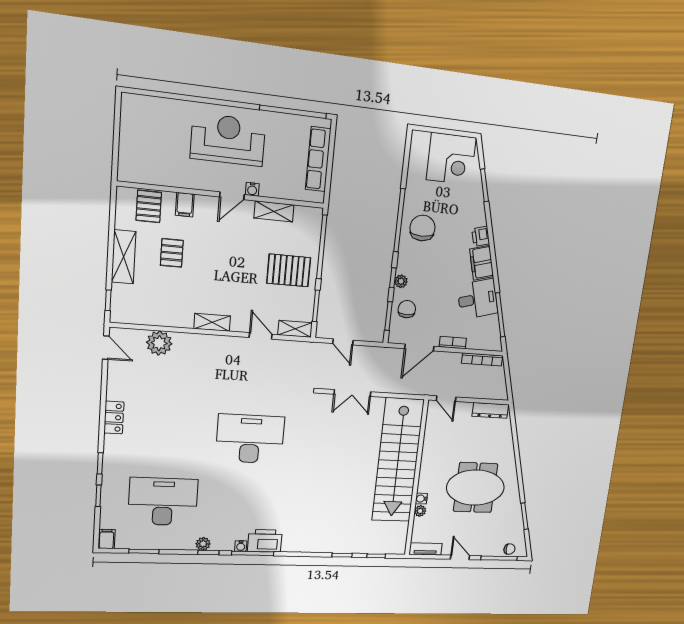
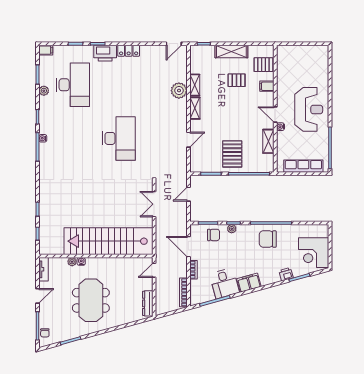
chair: (422, 228) -> (268, 239), turned 180
printer: (481, 236) -> (286, 274), moved
shelving: (295, 329) -> (195, 85), moved
plant: (159, 343) -> (179, 91), moved
printer: (265, 541) -> (105, 53), moved, turned 90
plant: (203, 544) -> (44, 91), moved

